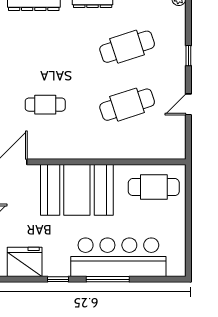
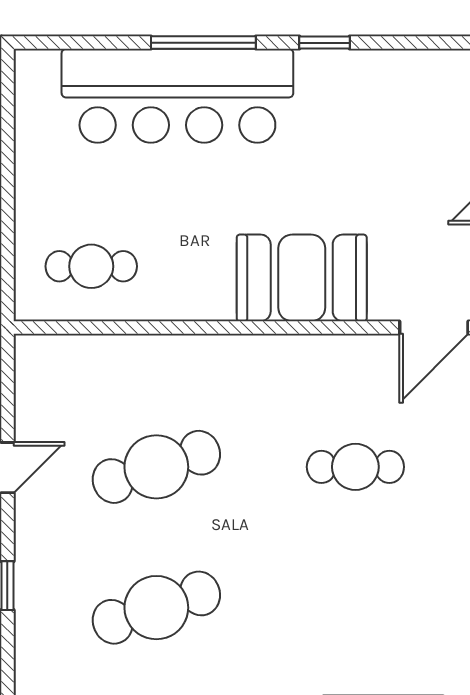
cafe table: (154, 187) -> (91, 266), width x0.73, depth x0.74
booth: (77, 190) -> (302, 278), width x0.73, depth x0.70
fridge: (25, 262) -> (406, 84), removed

